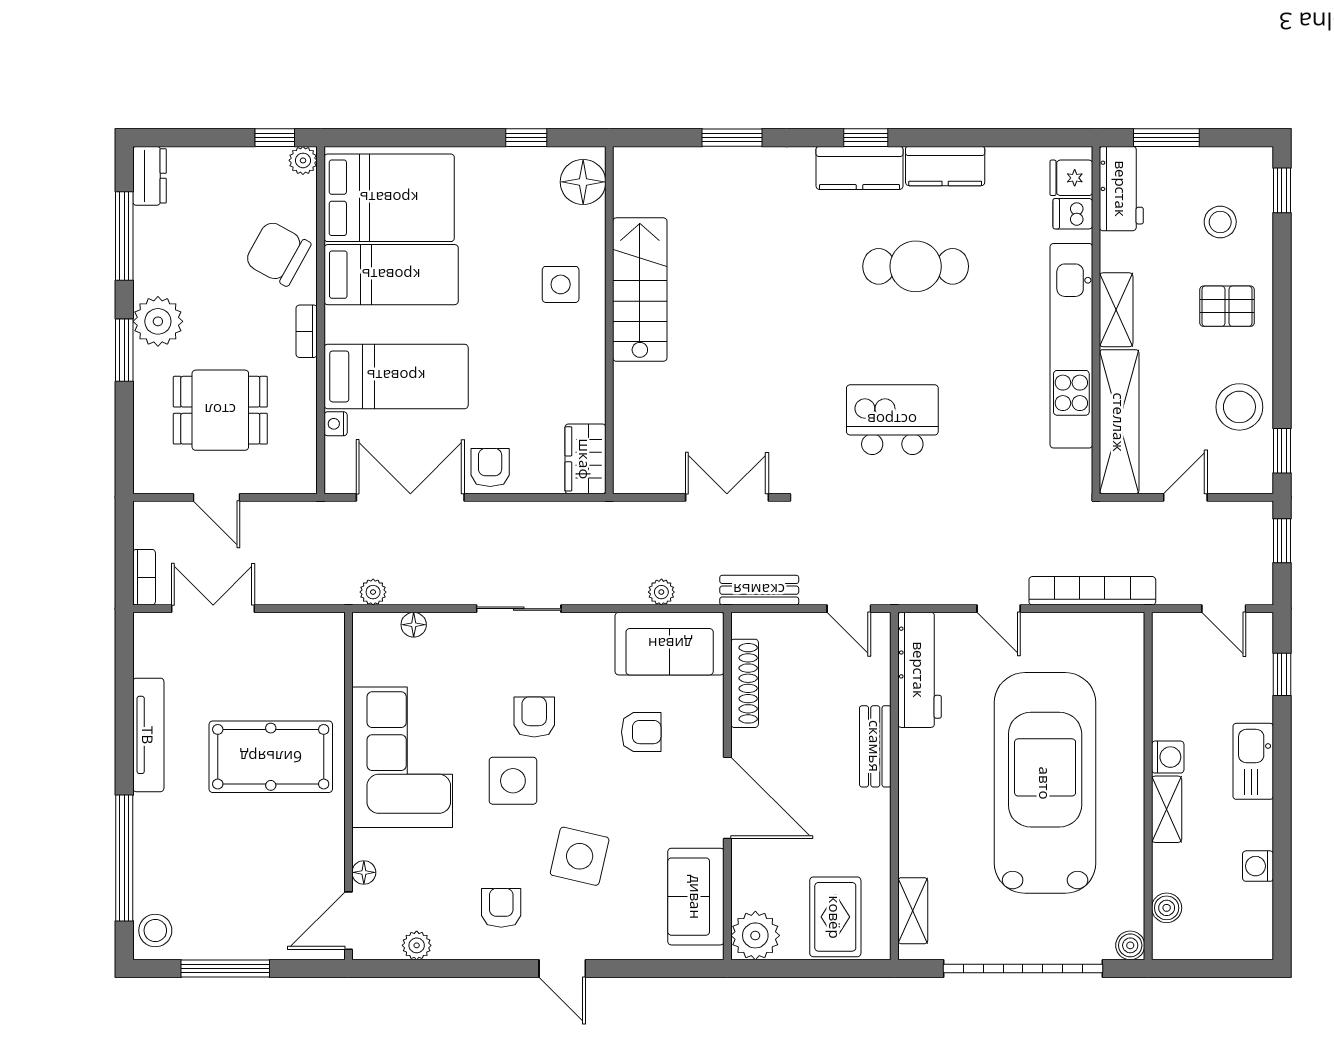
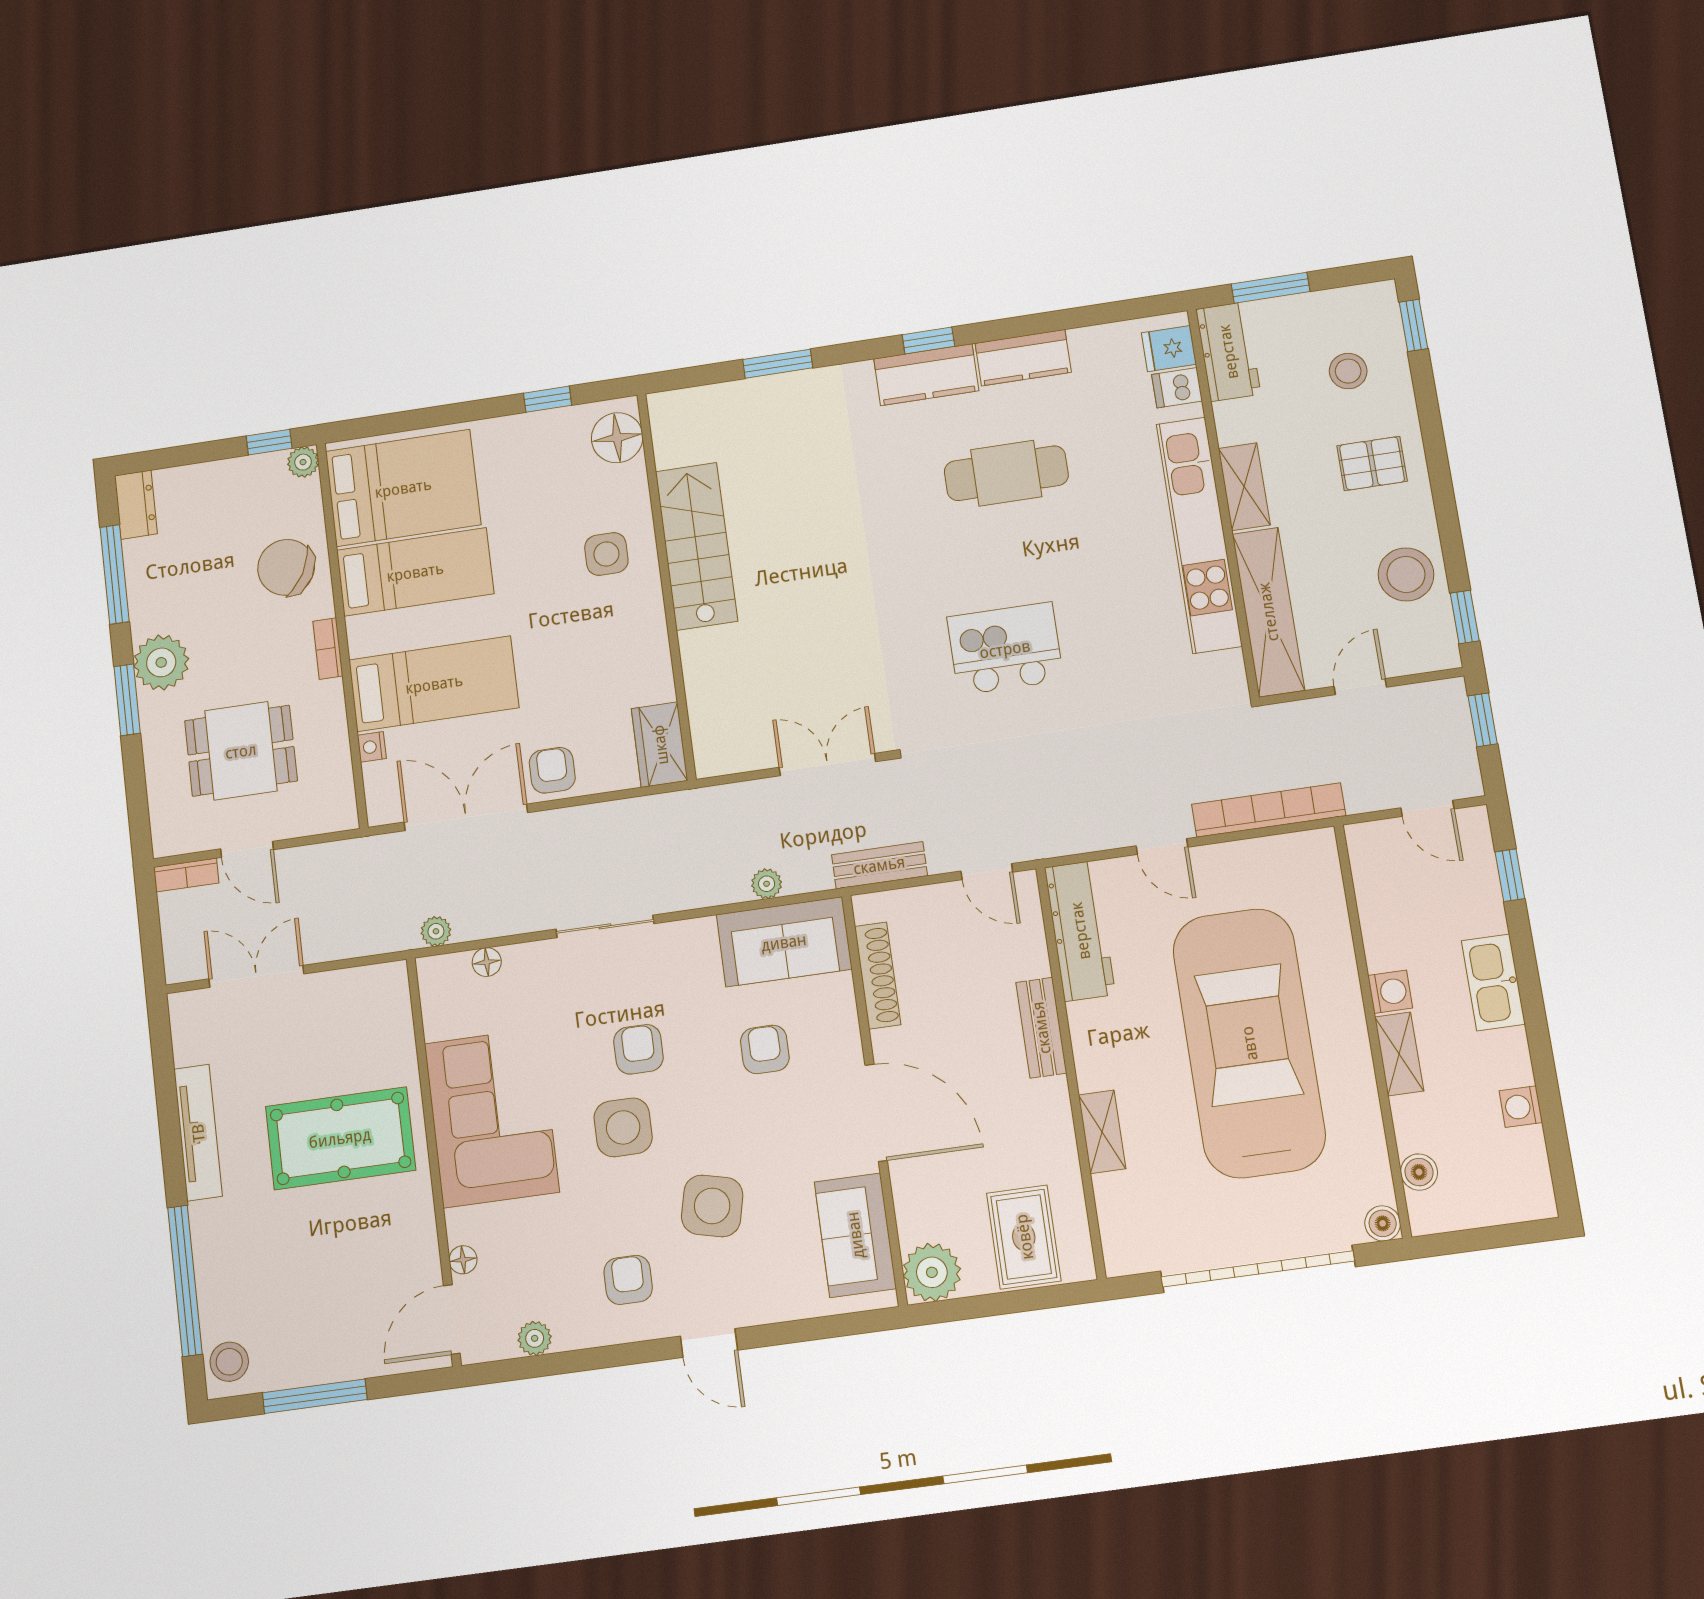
bookcase: (144, 577) -> (186, 875), moved, turned 90
armchair: (641, 732) -> (765, 1049), turned -90
shelving: (913, 911) -> (1102, 1132), moved

